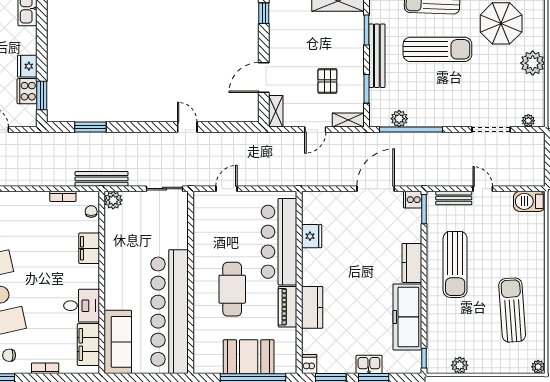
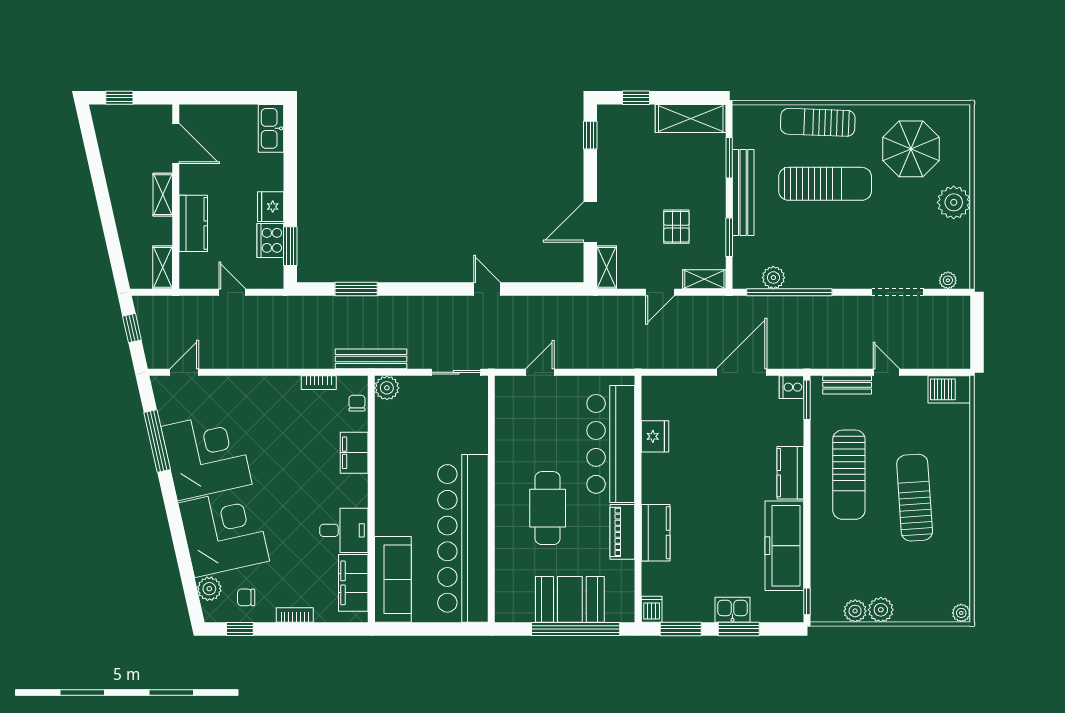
sun lounger: (512, 310) -> (915, 498), moved
plant: (479, 364) -> (881, 610), added

